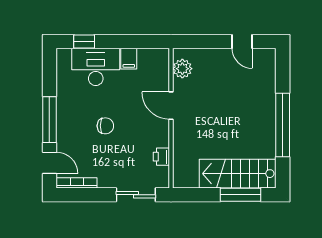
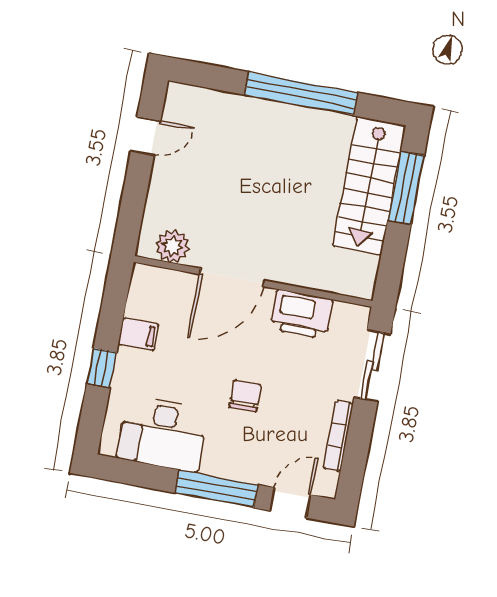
window: (84, 41) -> (102, 368), moved
desk: (96, 67) -> (163, 434), moved, turned -90
door: (171, 106) -> (232, 277), width x1.36
printer: (161, 157) -> (301, 314), width x1.87, depth x1.48
bookcase: (77, 183) -> (338, 436), moved

